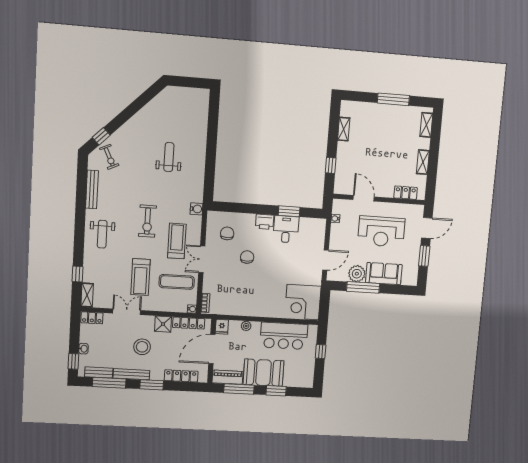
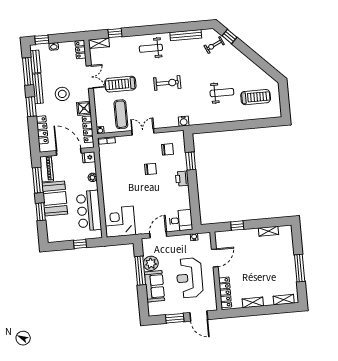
locker: (406, 193) -> (225, 292), width x1.53
window: (289, 211) -> (191, 161), moved
exercise bike: (147, 221) -> (167, 83), turned 180
desk: (286, 229) -> (181, 220), moved
treadmill: (177, 241) -> (256, 97), moved
door: (326, 260) -> (158, 235), swing flipped

